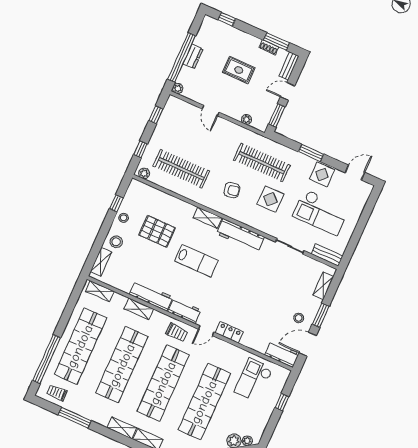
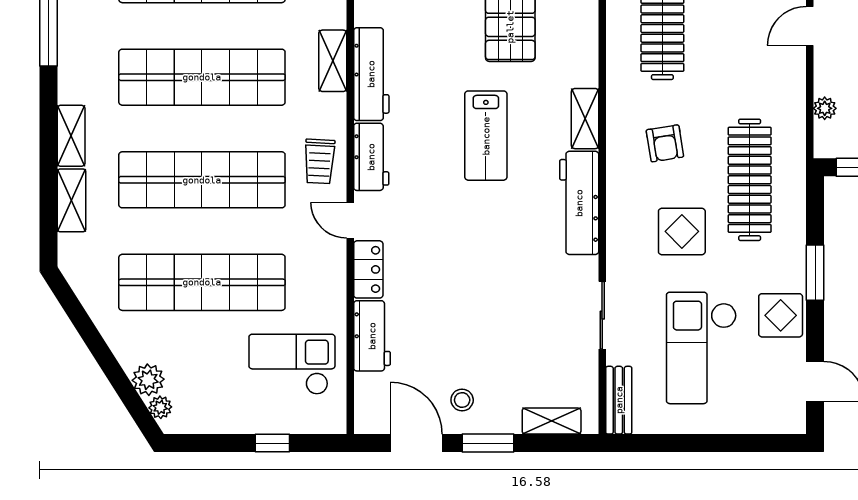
workbench: (282, 354) -> (372, 336), moved

